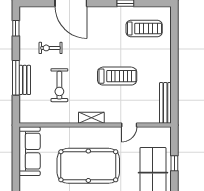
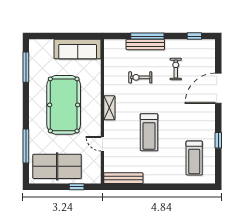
bench: (25, 80) -> (145, 44), width x1.36
exercise bike: (59, 85) -> (140, 77), width x0.73, depth x0.72
window: (174, 163) -> (77, 187), moved

